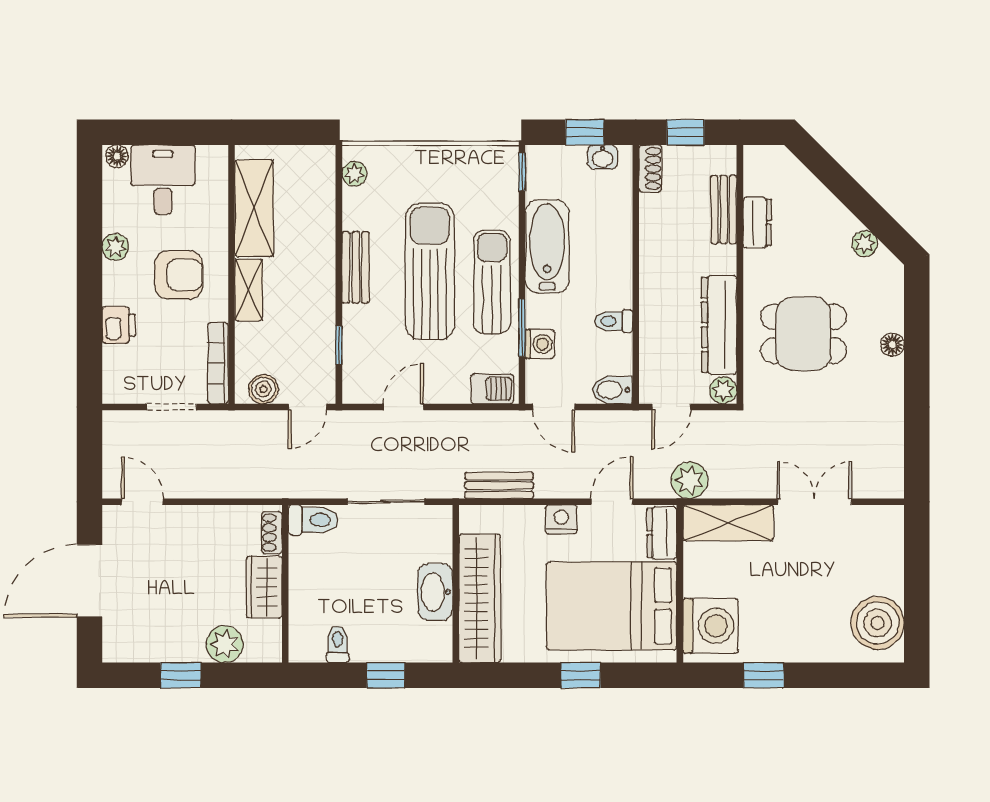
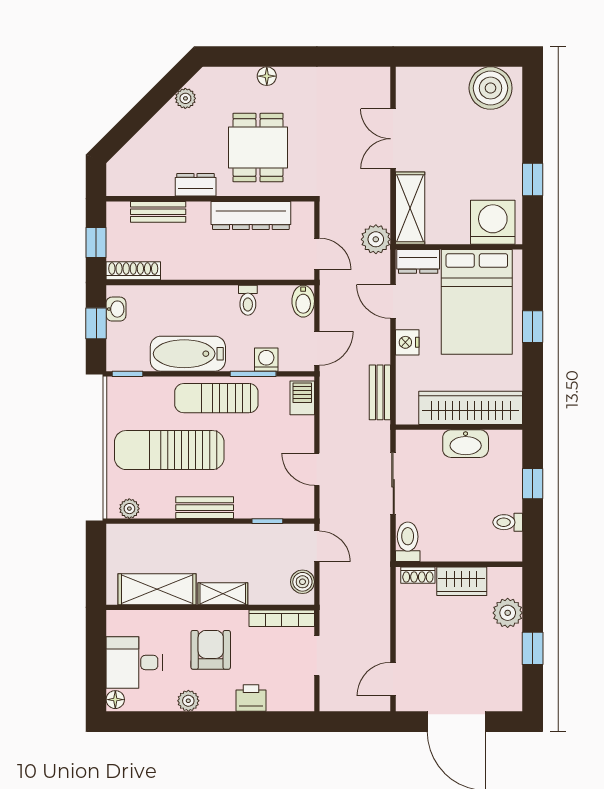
shoe rack: (650, 168) -> (133, 271), width x1.43
dresser: (757, 222) -> (196, 185), moved
sun lounger: (430, 271) -> (169, 450), moved
plant: (723, 390) -> (303, 212), removed

